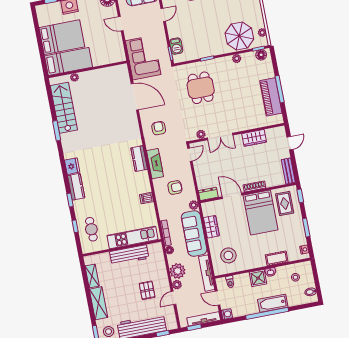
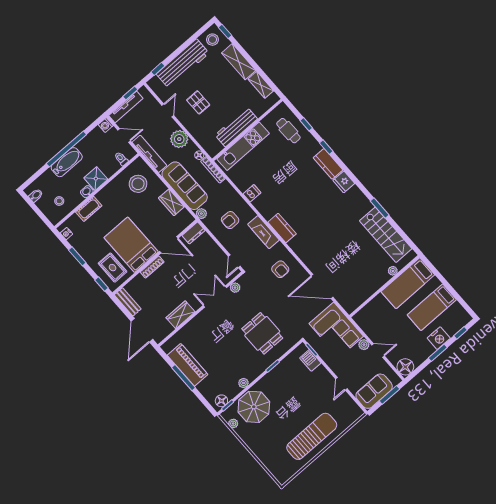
bed: (62, 37) -> (432, 307), width x0.67
door: (290, 143) -> (142, 330), width x1.88
plant: (177, 285) -> (364, 345), moved

